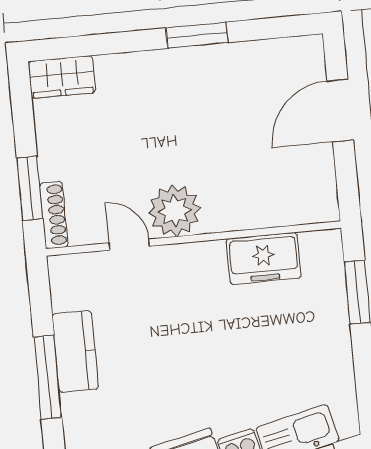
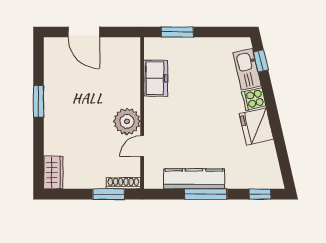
kitchen counter: (75, 351) -> (194, 179), width x1.50

